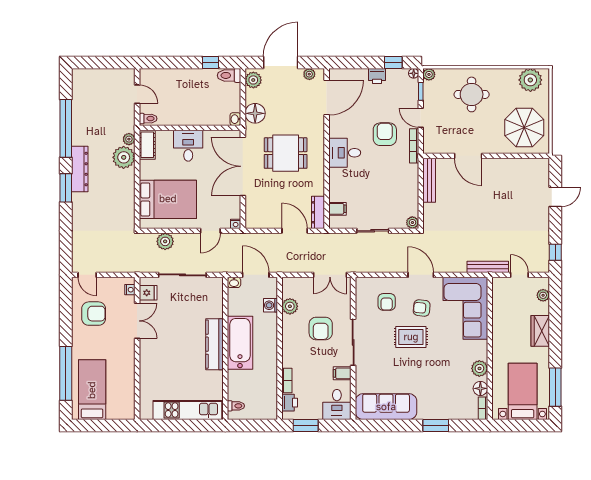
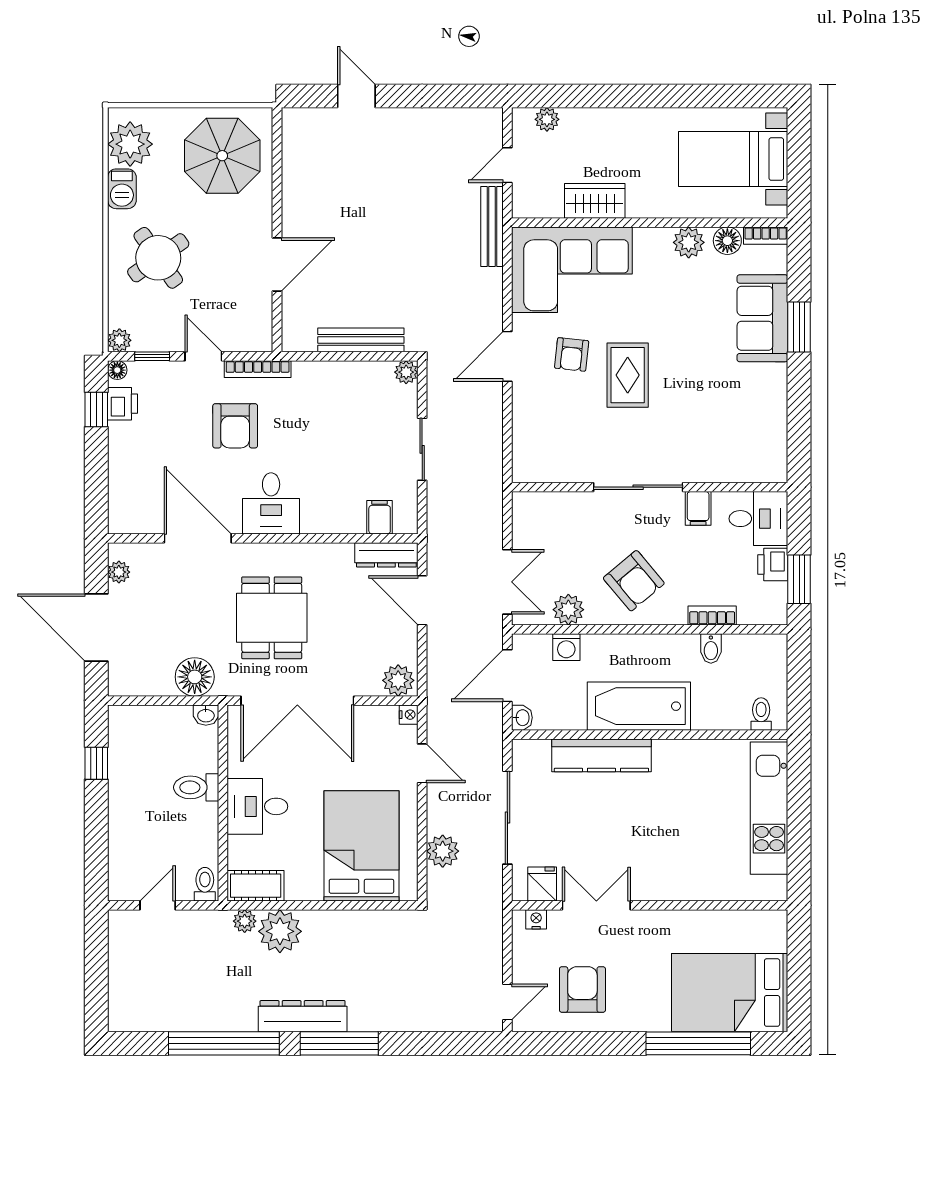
toilet: (229, 75) -> (196, 787), moved, turned 90
printer: (377, 76) -> (123, 404), moved
barbecue: (507, 76) -> (122, 189), added
plant: (253, 80) -> (398, 680), moved
round table: (472, 94) -> (158, 258), turned -35
door: (327, 98) -> (198, 538), moved
door: (421, 118) -> (203, 356), swing flipped
armchair: (385, 134) -> (235, 426), turned -90
bench: (429, 180) -> (361, 340), moved
window: (66, 188) -> (339, 1043), width x1.44
door: (295, 231) -> (422, 600), hinge flipped
window: (555, 252) -> (464, 96), removed
double door: (330, 275) -> (507, 582), moved
armchair: (387, 302) -> (560, 422), removed
armchair: (321, 329) -> (634, 581), moved, turned 50
wardrobe: (540, 331) -> (595, 201), moved, turned 180
kitchen counter: (215, 344) -> (601, 755), moved
bidet: (270, 380) -> (711, 649), added
window: (555, 387) -> (725, 96), removed
bed: (92, 390) -> (730, 993), width x1.50
printer: (290, 403) -> (773, 564), moved, turned -90
sofa: (386, 407) -> (762, 318), moved, width x0.73

